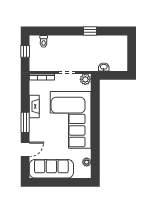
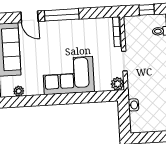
fireplace: (34, 106) -> (82, 25), removed
corner sofa: (71, 120) -> (68, 76), width x0.73, depth x0.74
window: (25, 122) -> (62, 15), width x1.44

